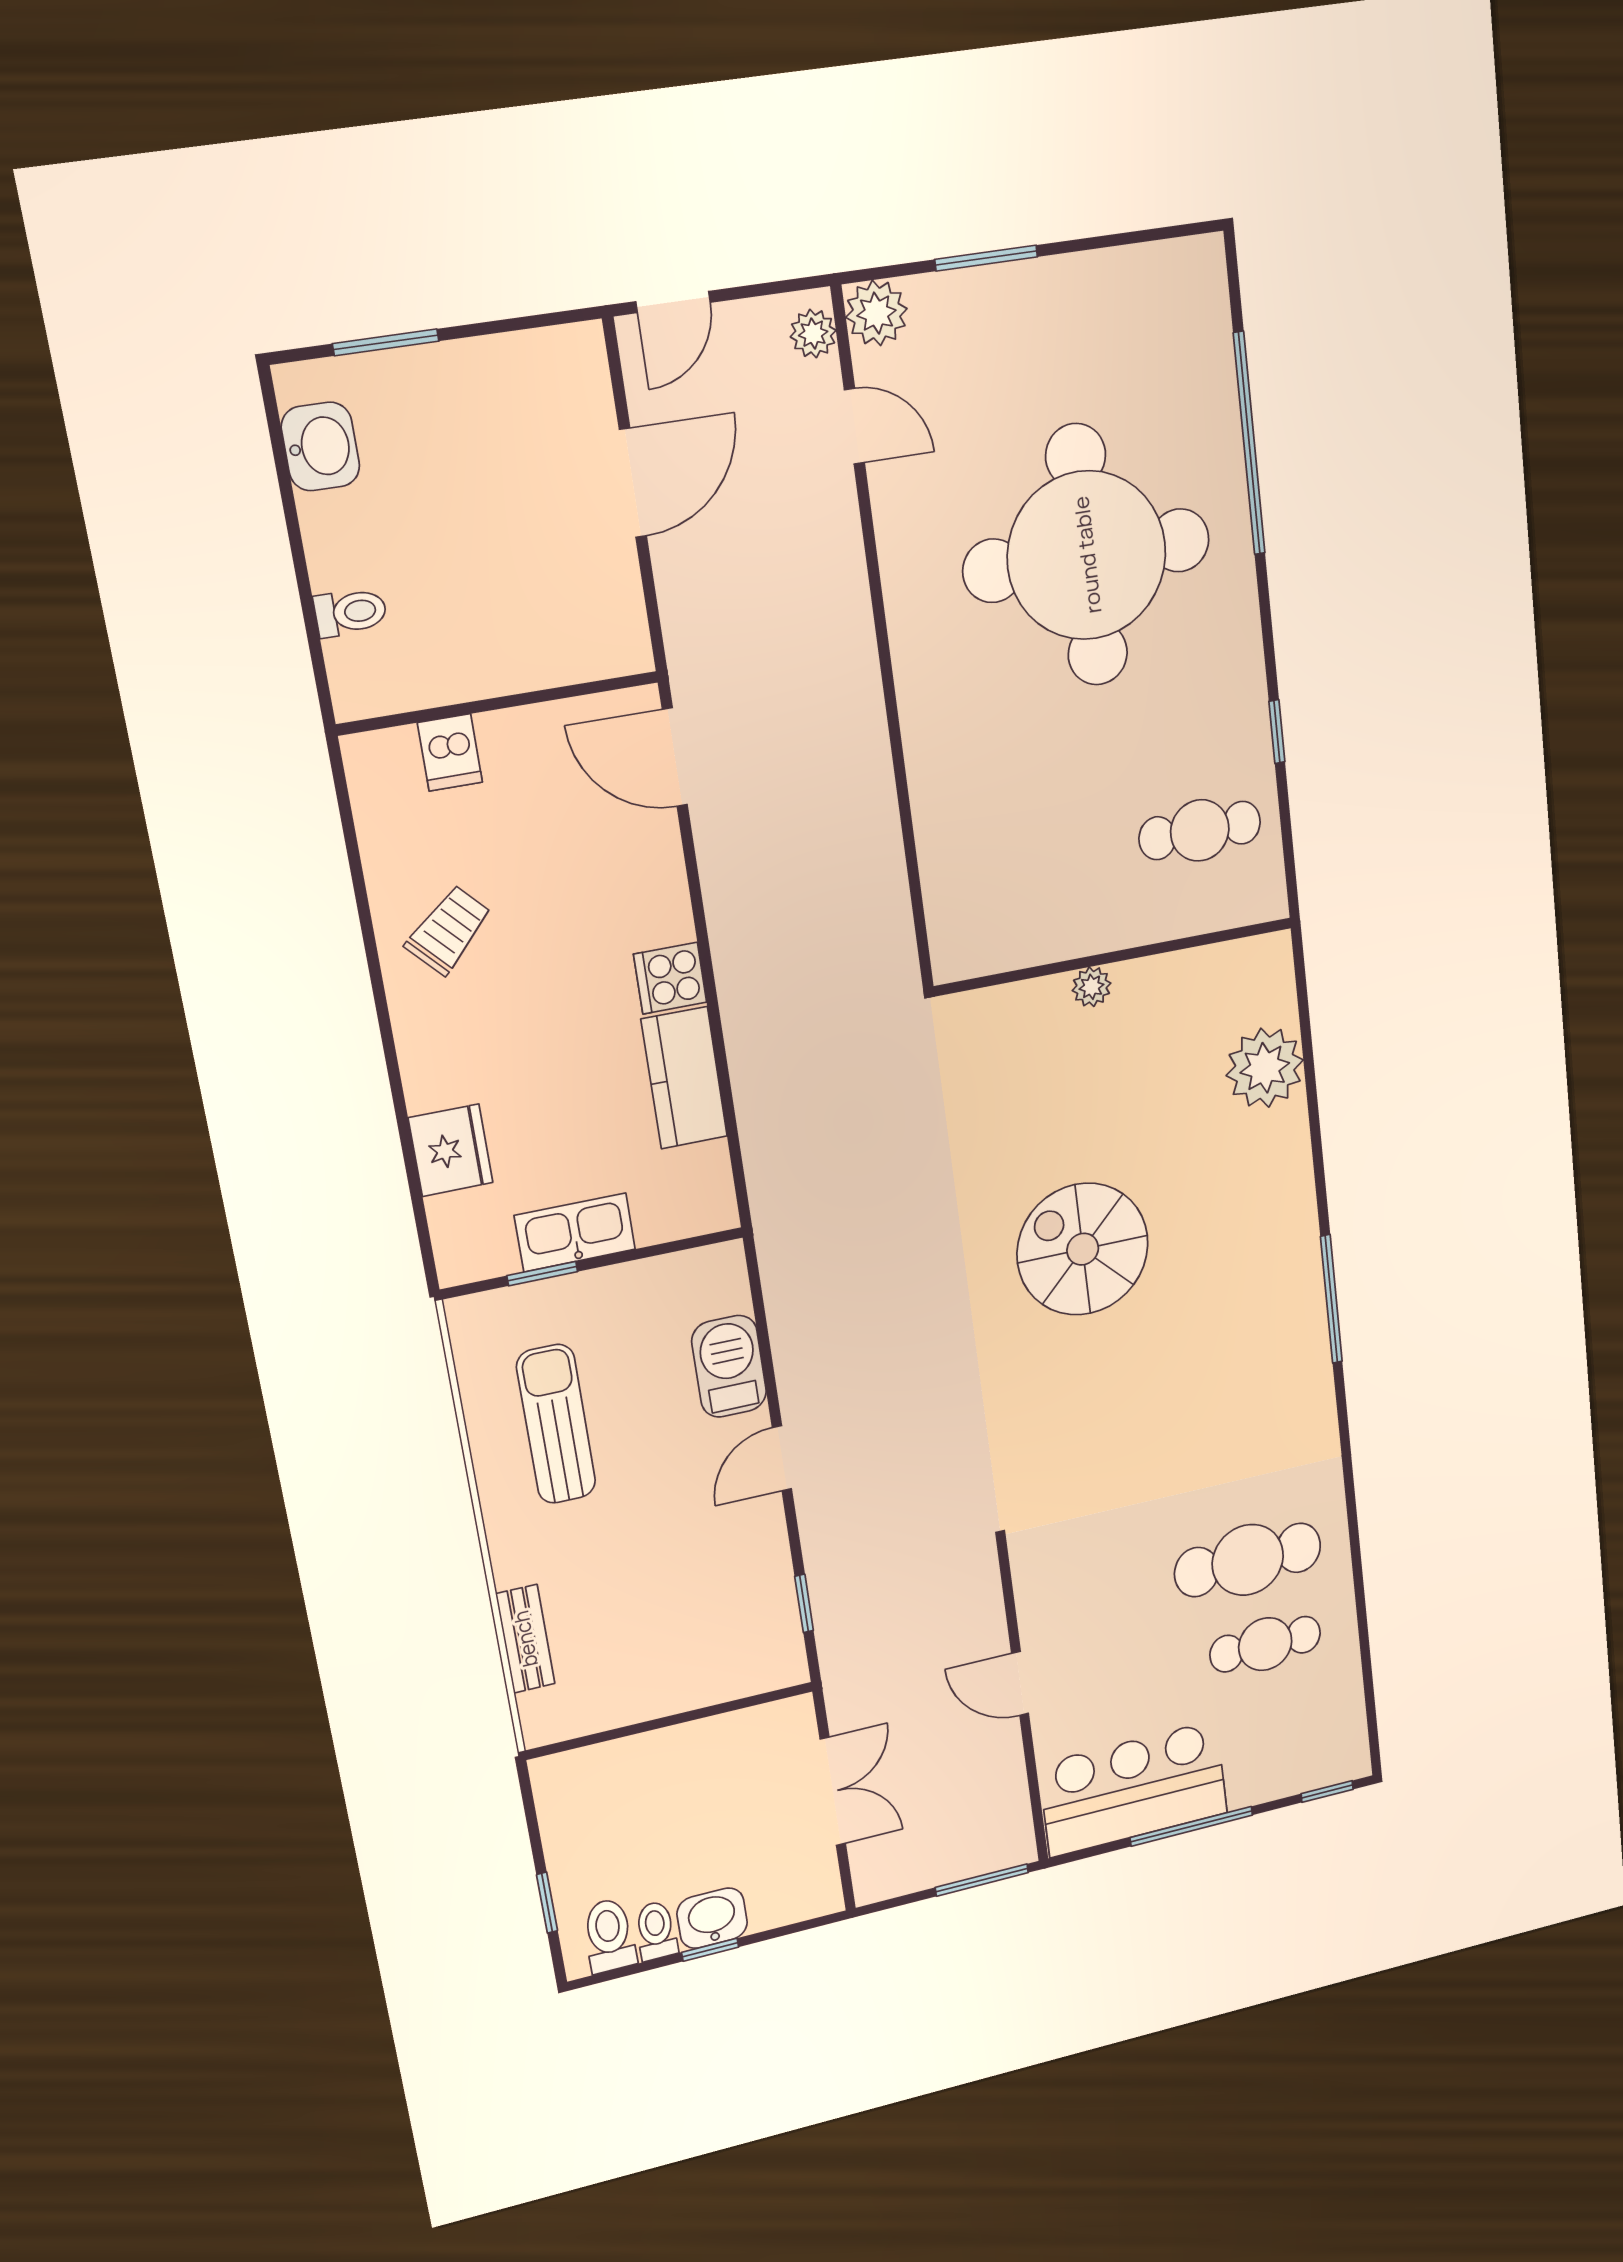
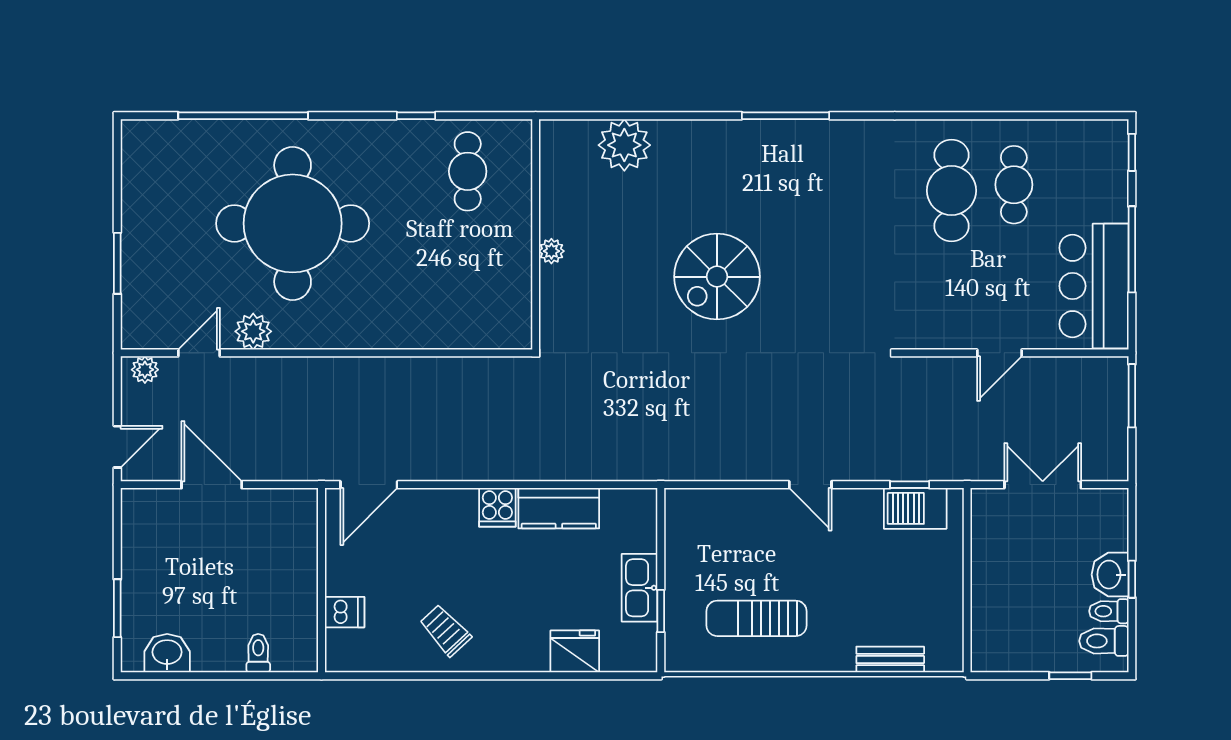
door: (673, 302) -> (117, 447), hinge flipped
plant: (876, 313) -> (253, 331), moved
barbecue: (729, 1366) -> (915, 508), moved

